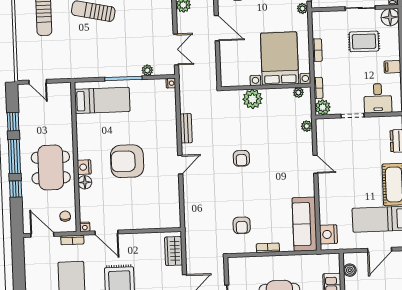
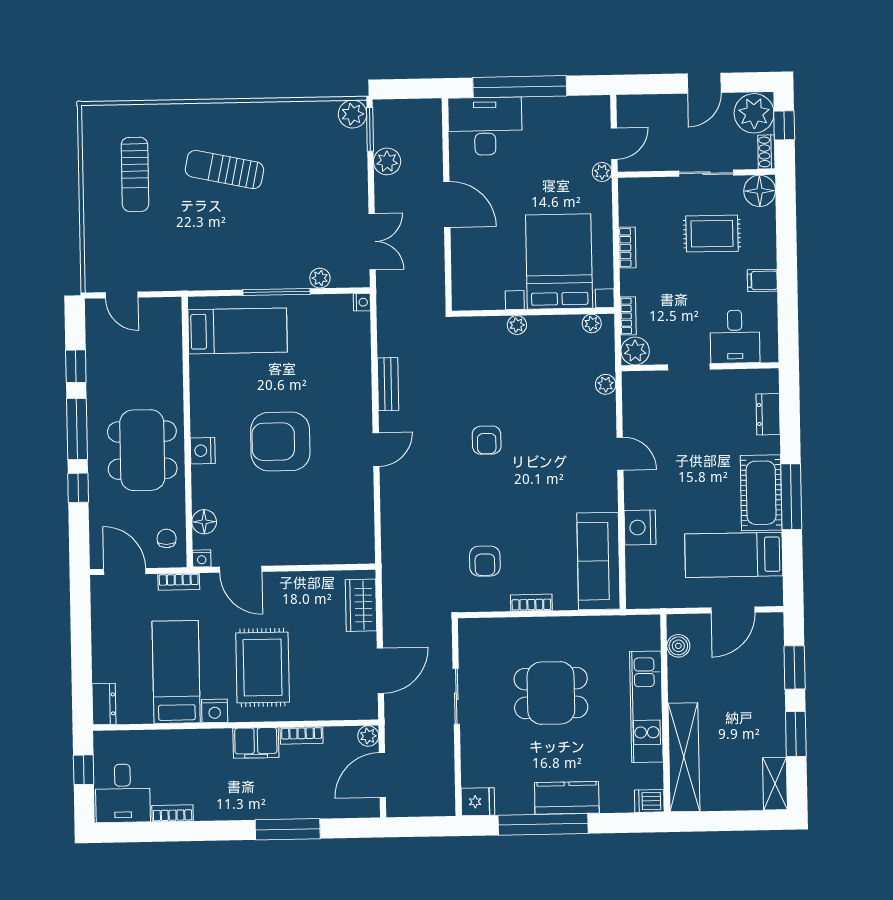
plant: (252, 99) -> (517, 325), width x0.53, depth x0.53
floor lamp: (85, 182) -> (204, 522), moved
nightstand: (328, 234) -> (640, 527), moved

